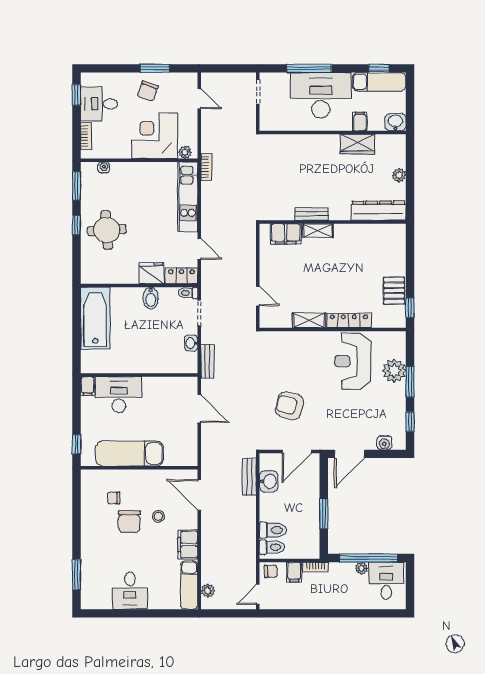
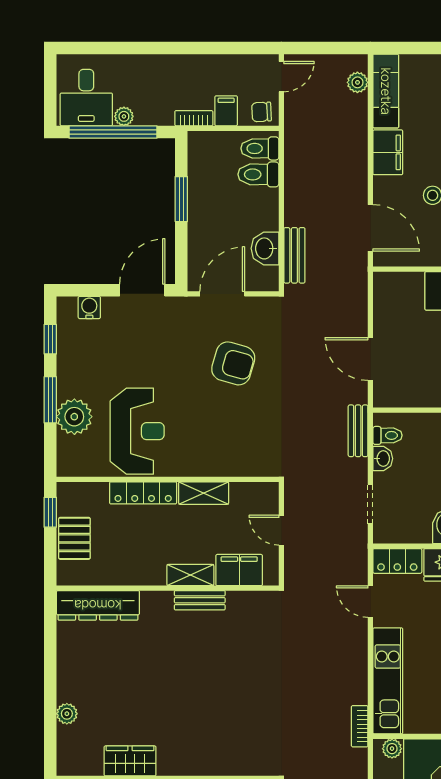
dresser: (379, 211) -> (98, 605), moved
bench: (312, 214) -> (200, 600), moved
wall: (333, 222) -> (168, 588), moved
shelving: (318, 231) -> (190, 575), moved
filing cabinet: (286, 234) -> (239, 570), moved
toilet: (188, 293) -> (387, 435), moved

